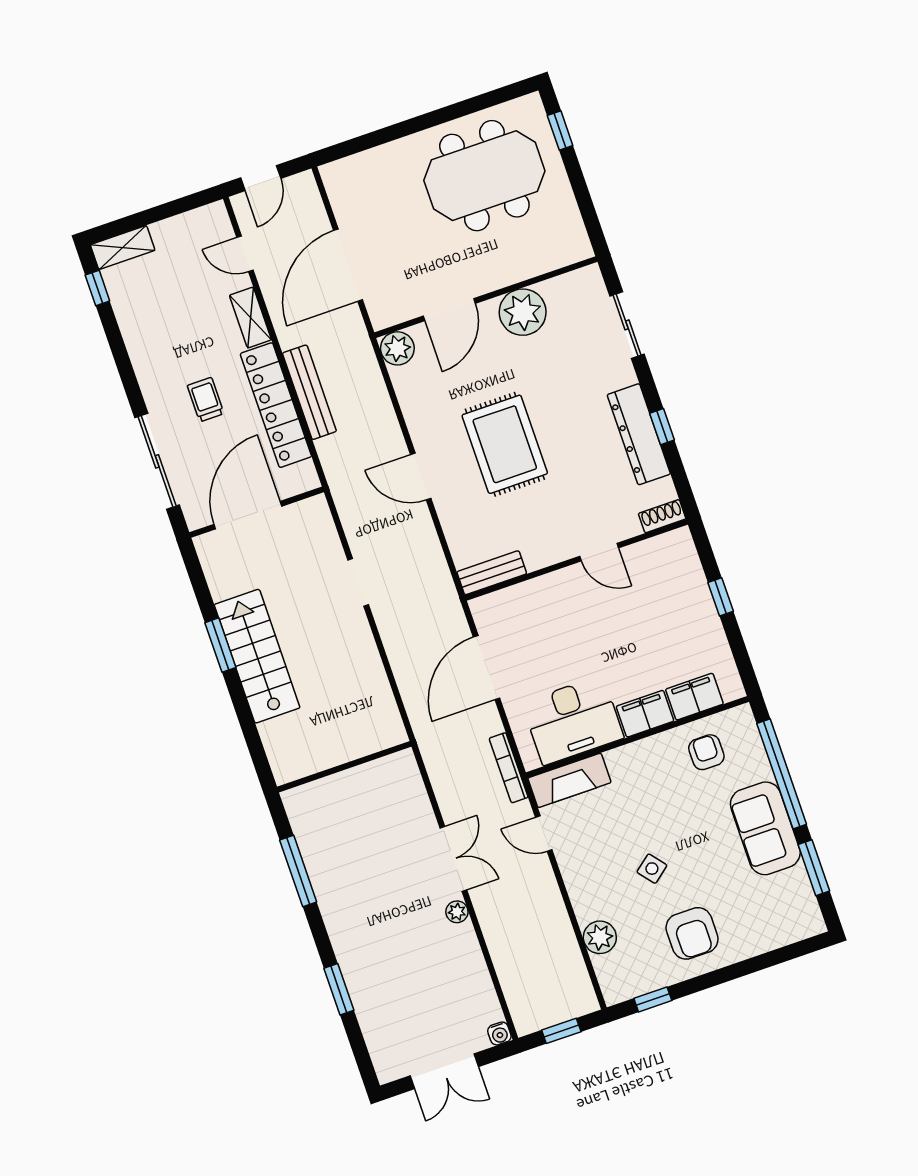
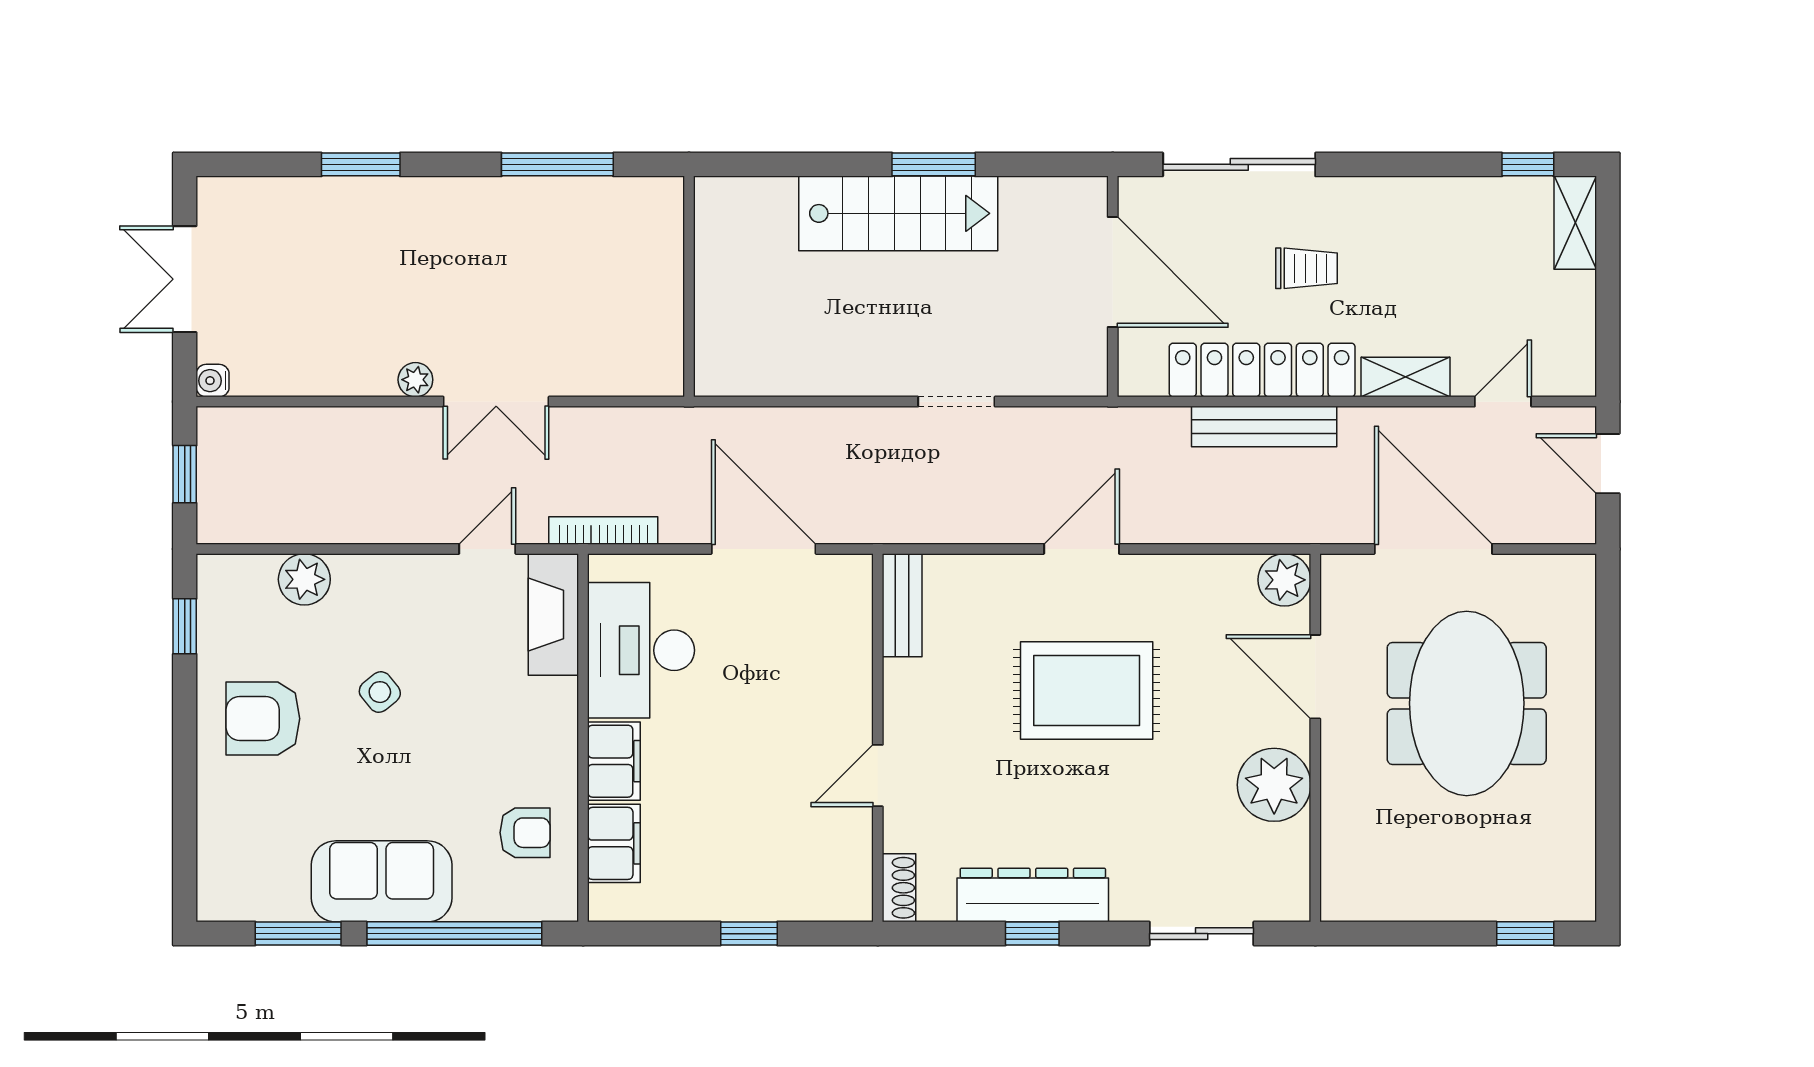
meeting table: (484, 176) -> (1467, 703), moved

